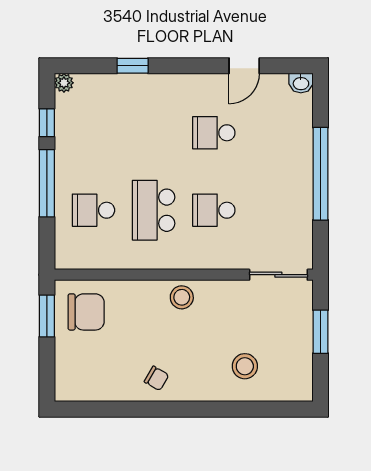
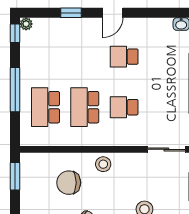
door: (244, 66) -> (113, 13), moved
window: (47, 123) -> (15, 33), moved
school desk: (93, 210) -> (45, 107), width x1.85
chair: (86, 312) -> (69, 183), moved, turned 180

